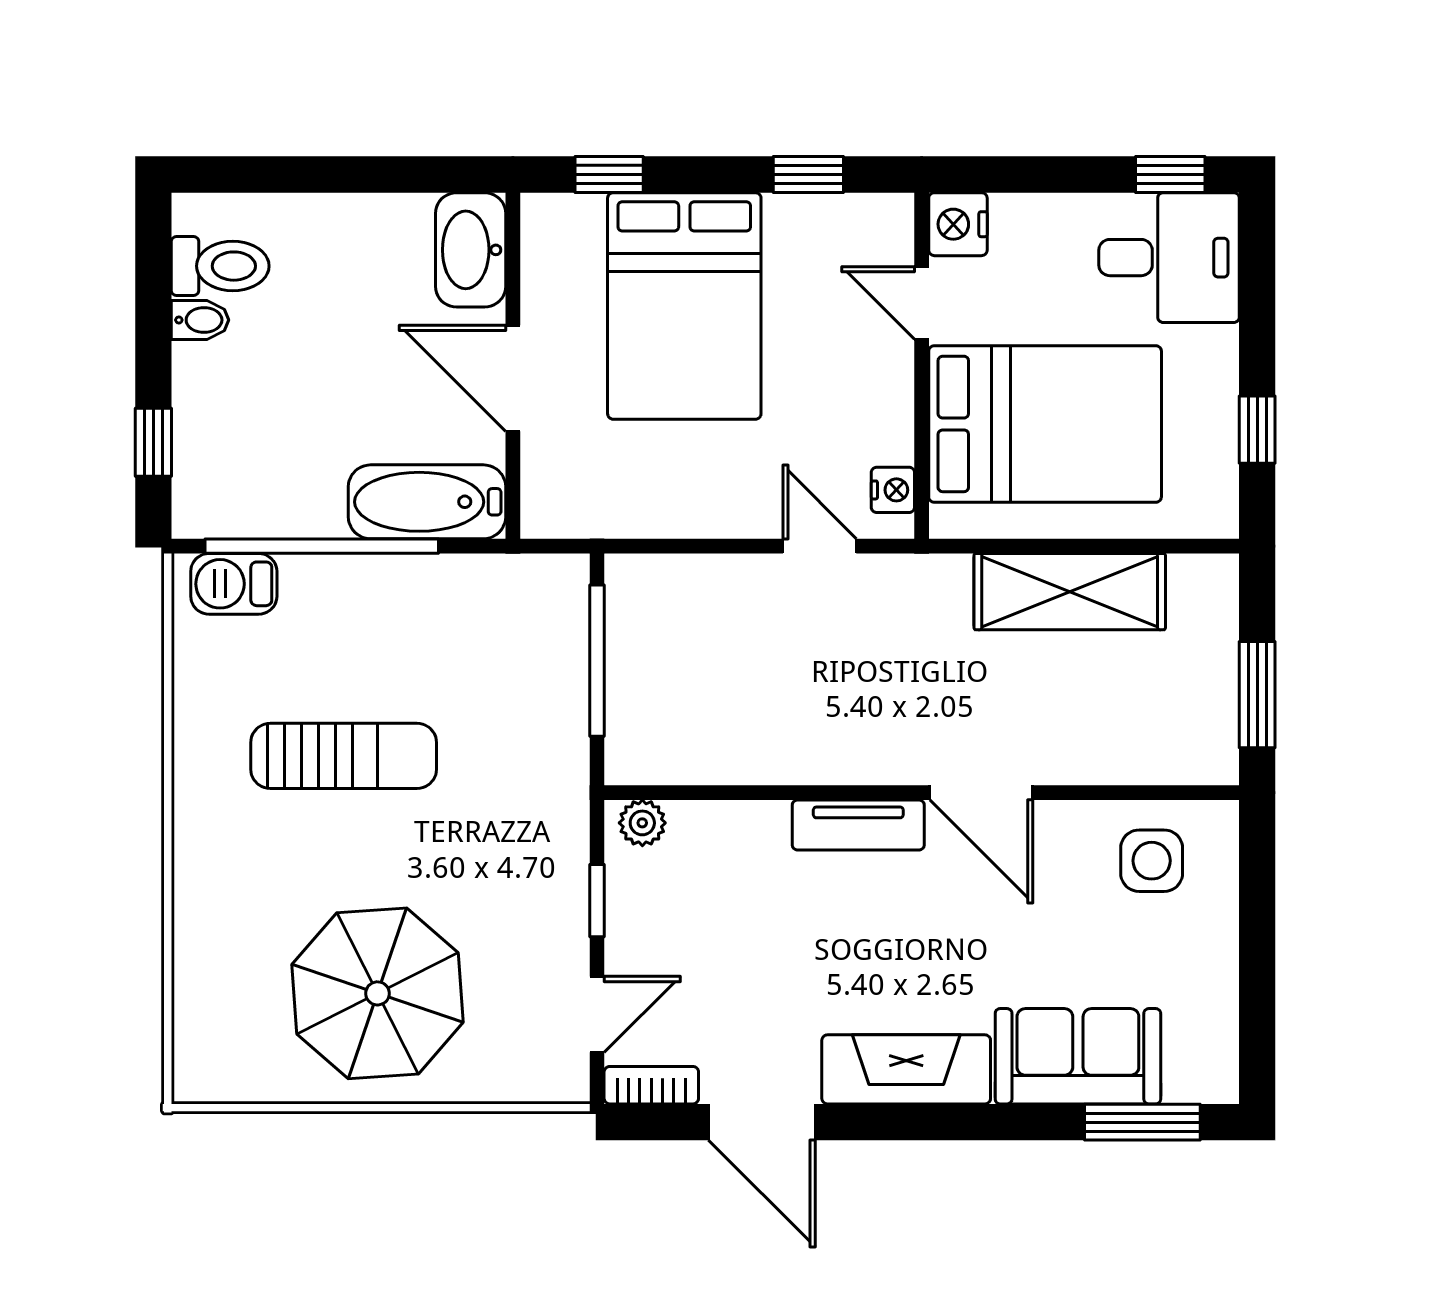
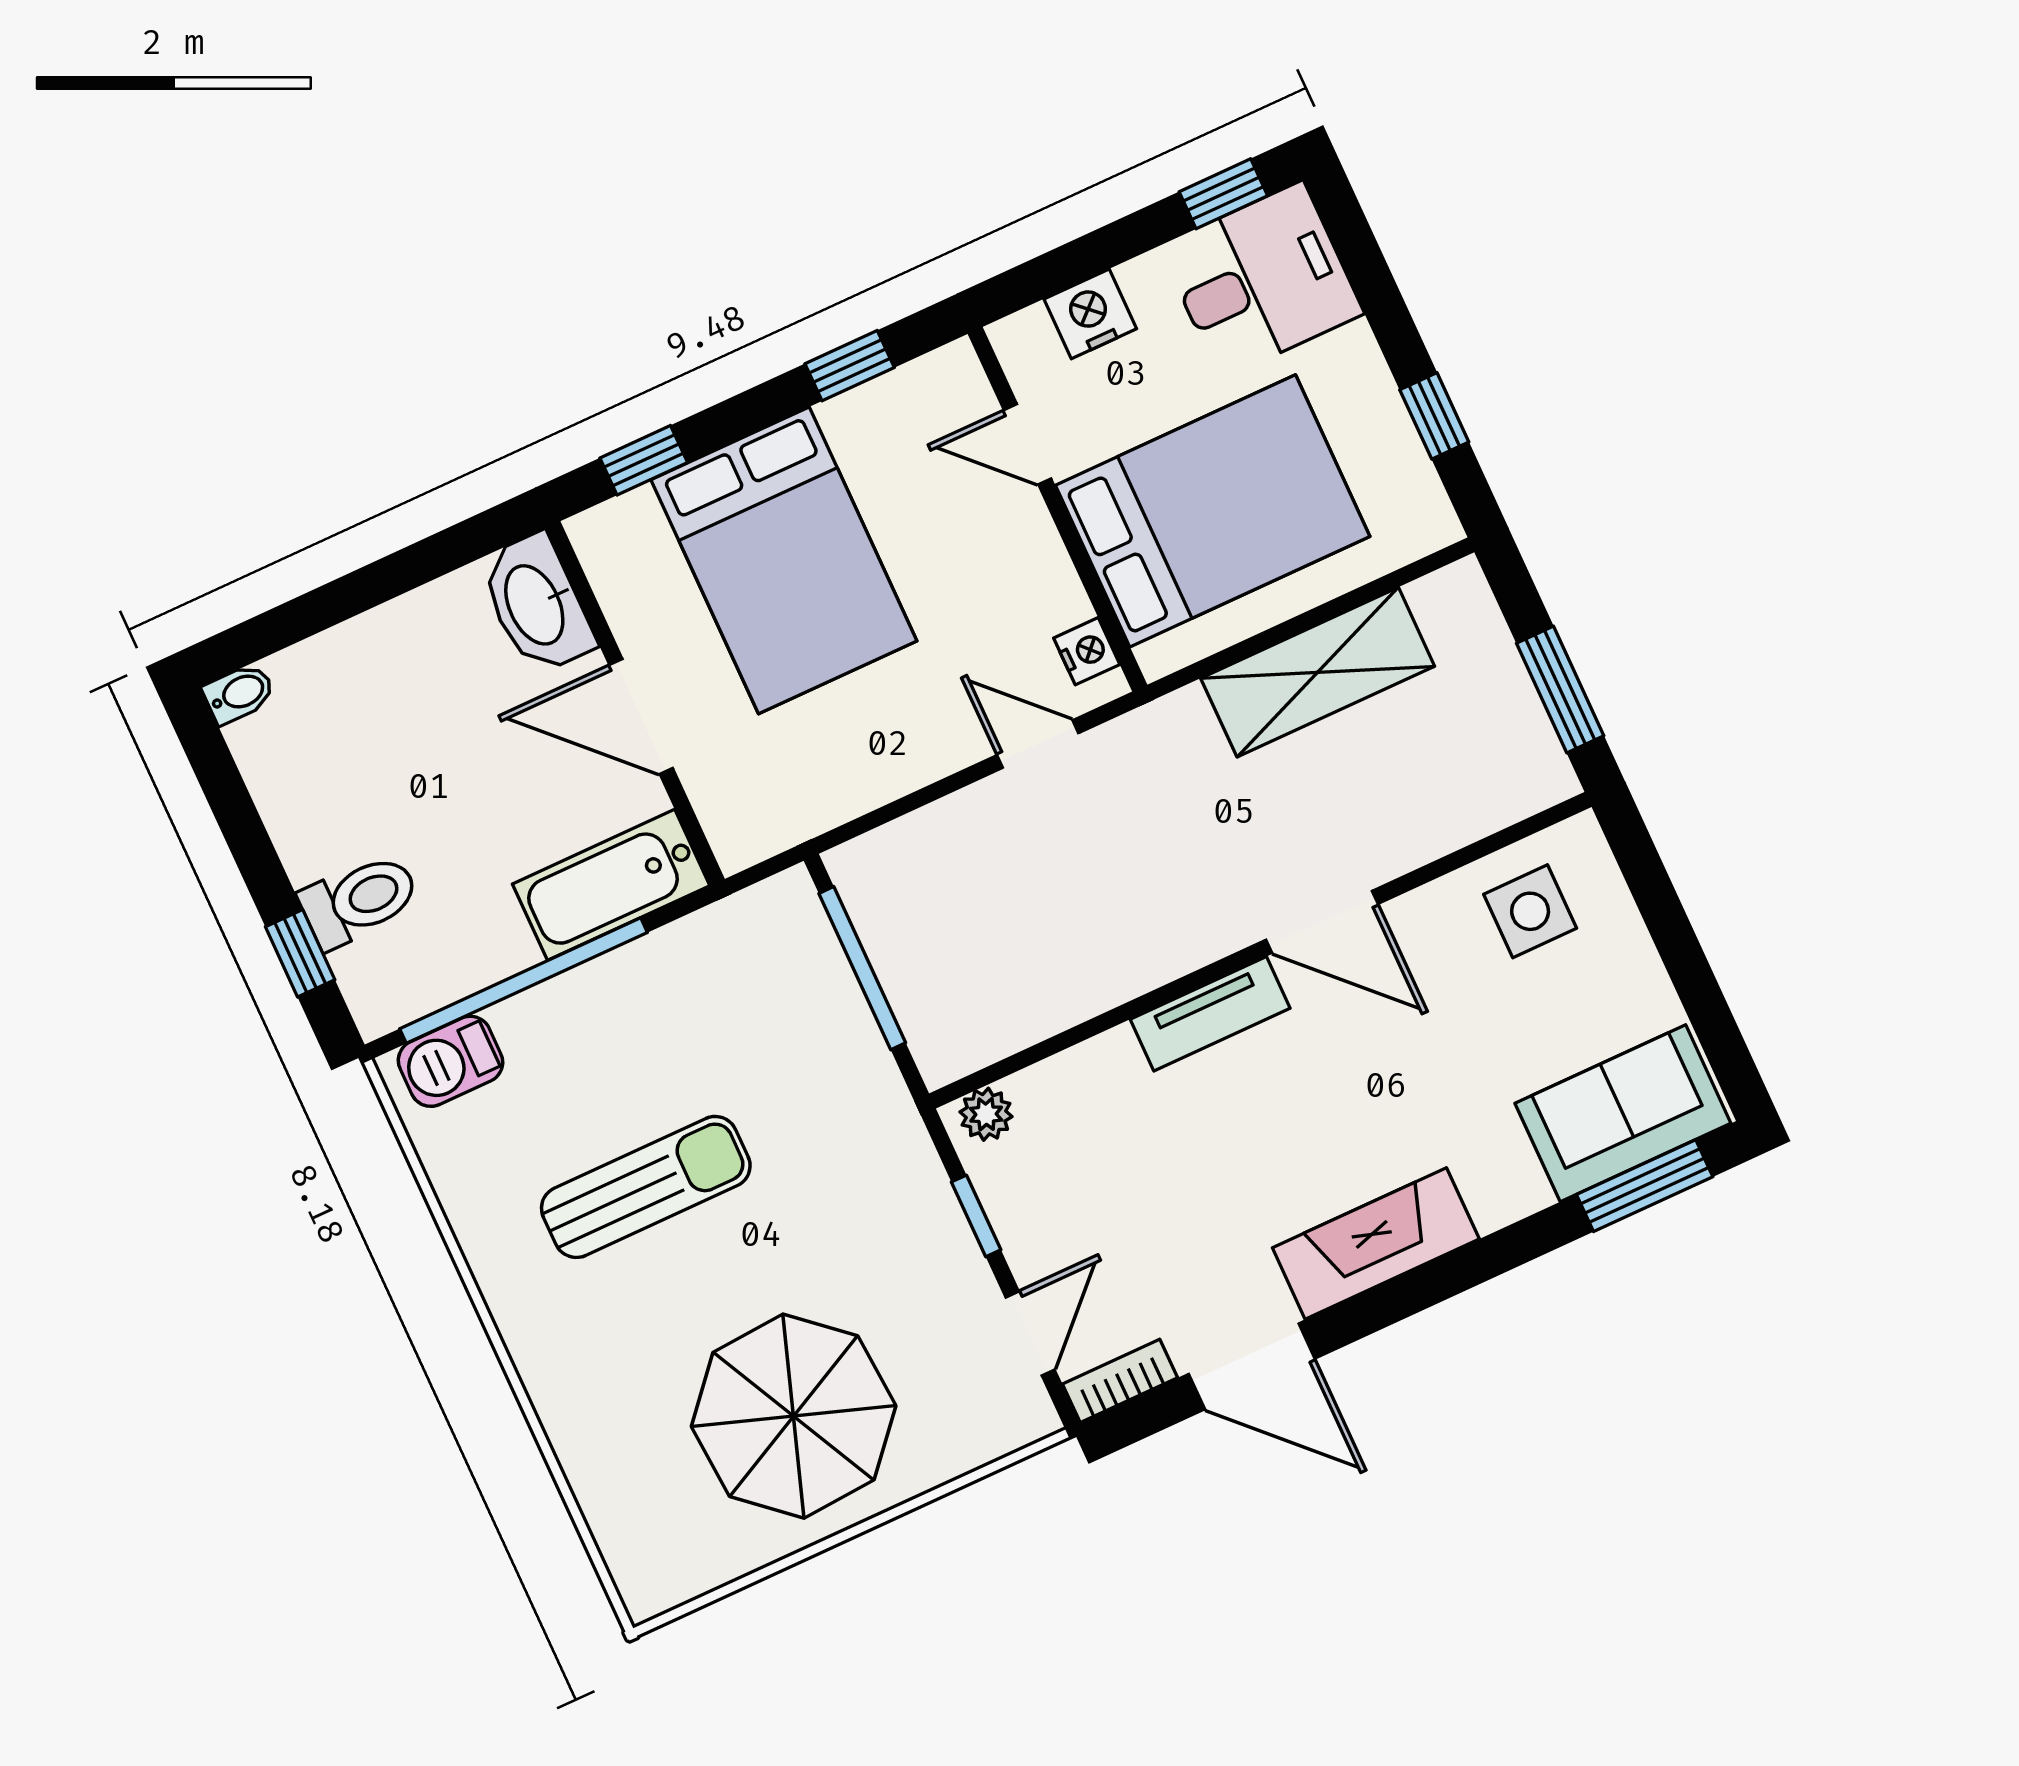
nightstand: (958, 224) -> (1090, 314), moved, turned 90
toilet: (220, 266) -> (359, 900), moved
bidet: (200, 320) -> (239, 693), moved
sofa: (1078, 1056) -> (1623, 1113), moved

